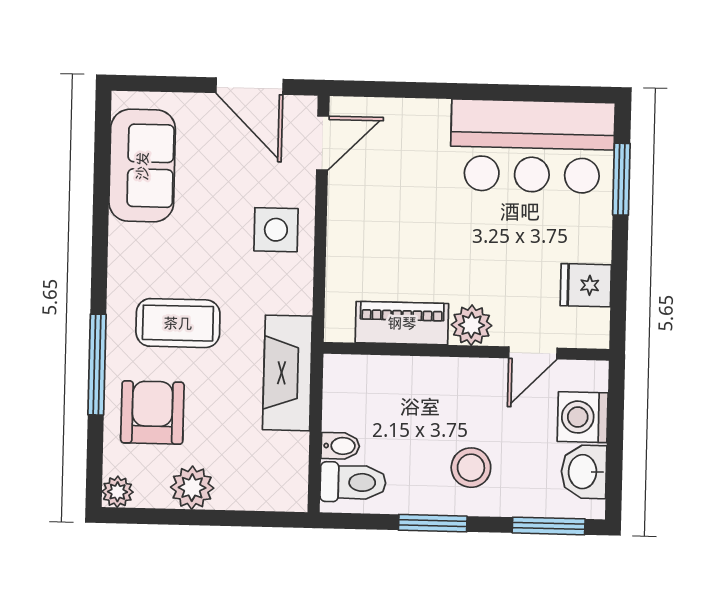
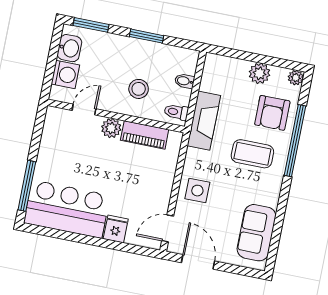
window: (621, 179) -> (27, 186), width x1.44
fridge: (586, 285) -> (116, 229), moved, turned -90
window: (97, 365) -> (295, 141), width x1.46
stool: (471, 468) -> (139, 89), moved
toilet: (353, 482) -> (176, 112), moved, width x0.73, depth x0.72

